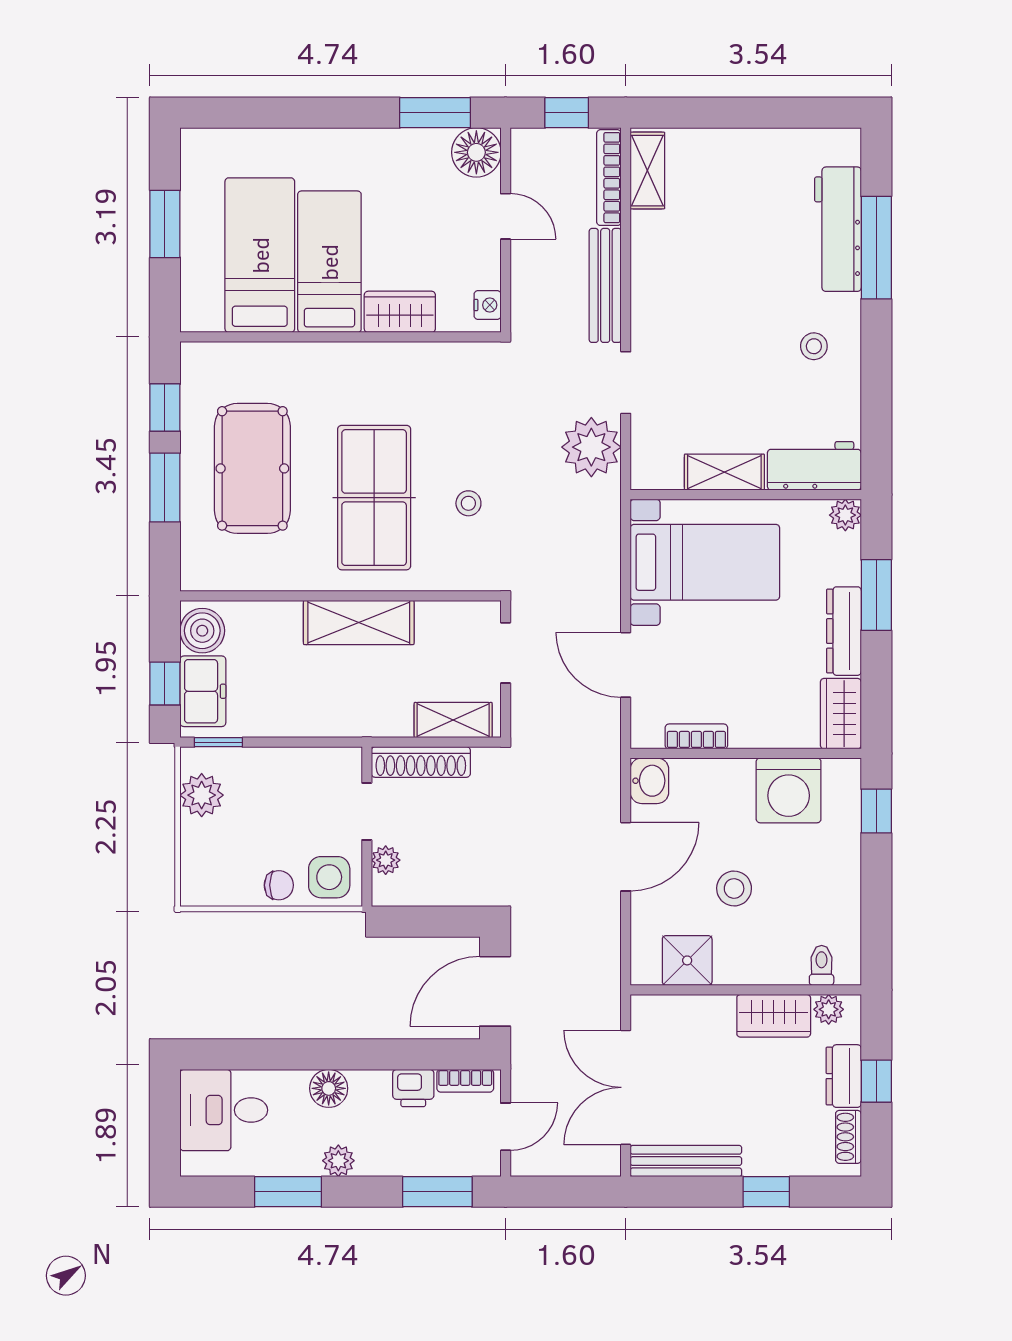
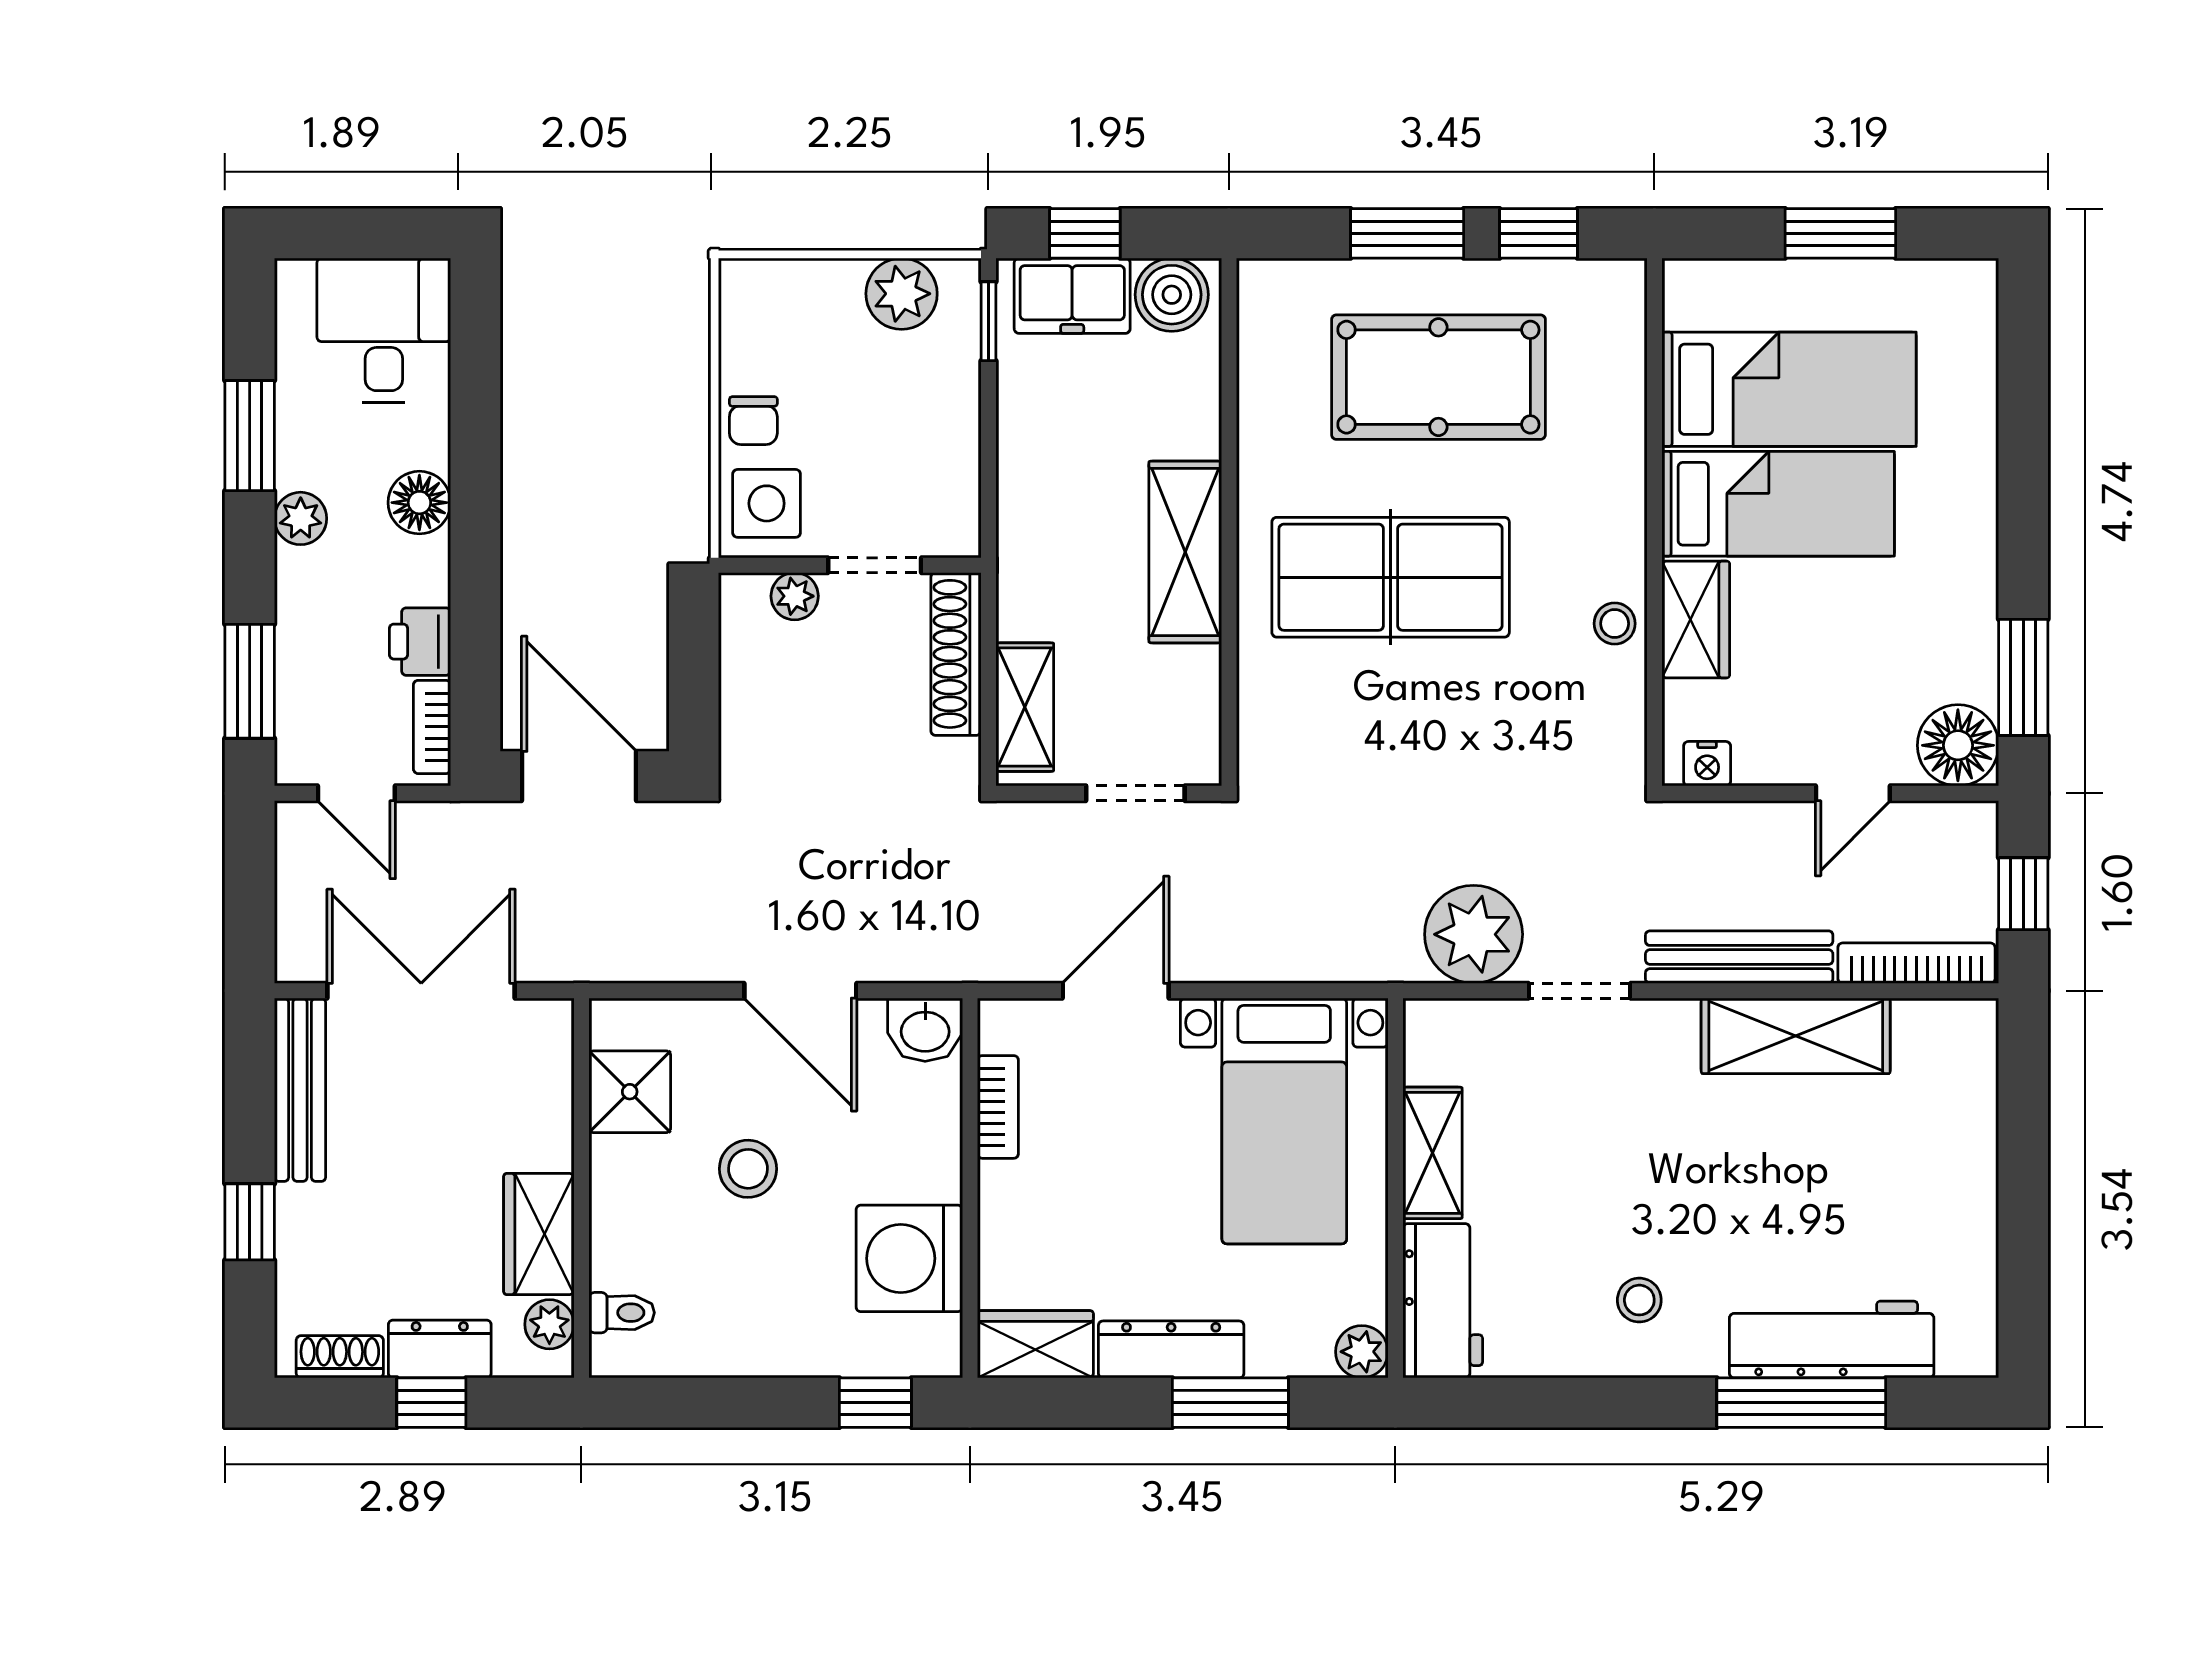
shelving: (647, 171) -> (1796, 1036), moved, width x1.50, depth x1.33
stool: (468, 503) -> (1615, 624), moved

